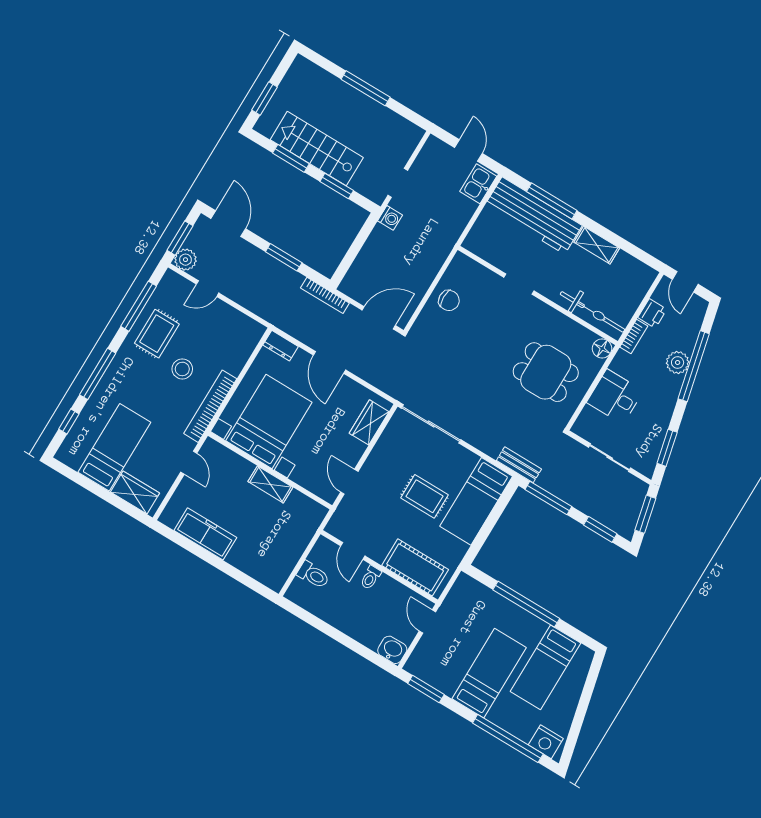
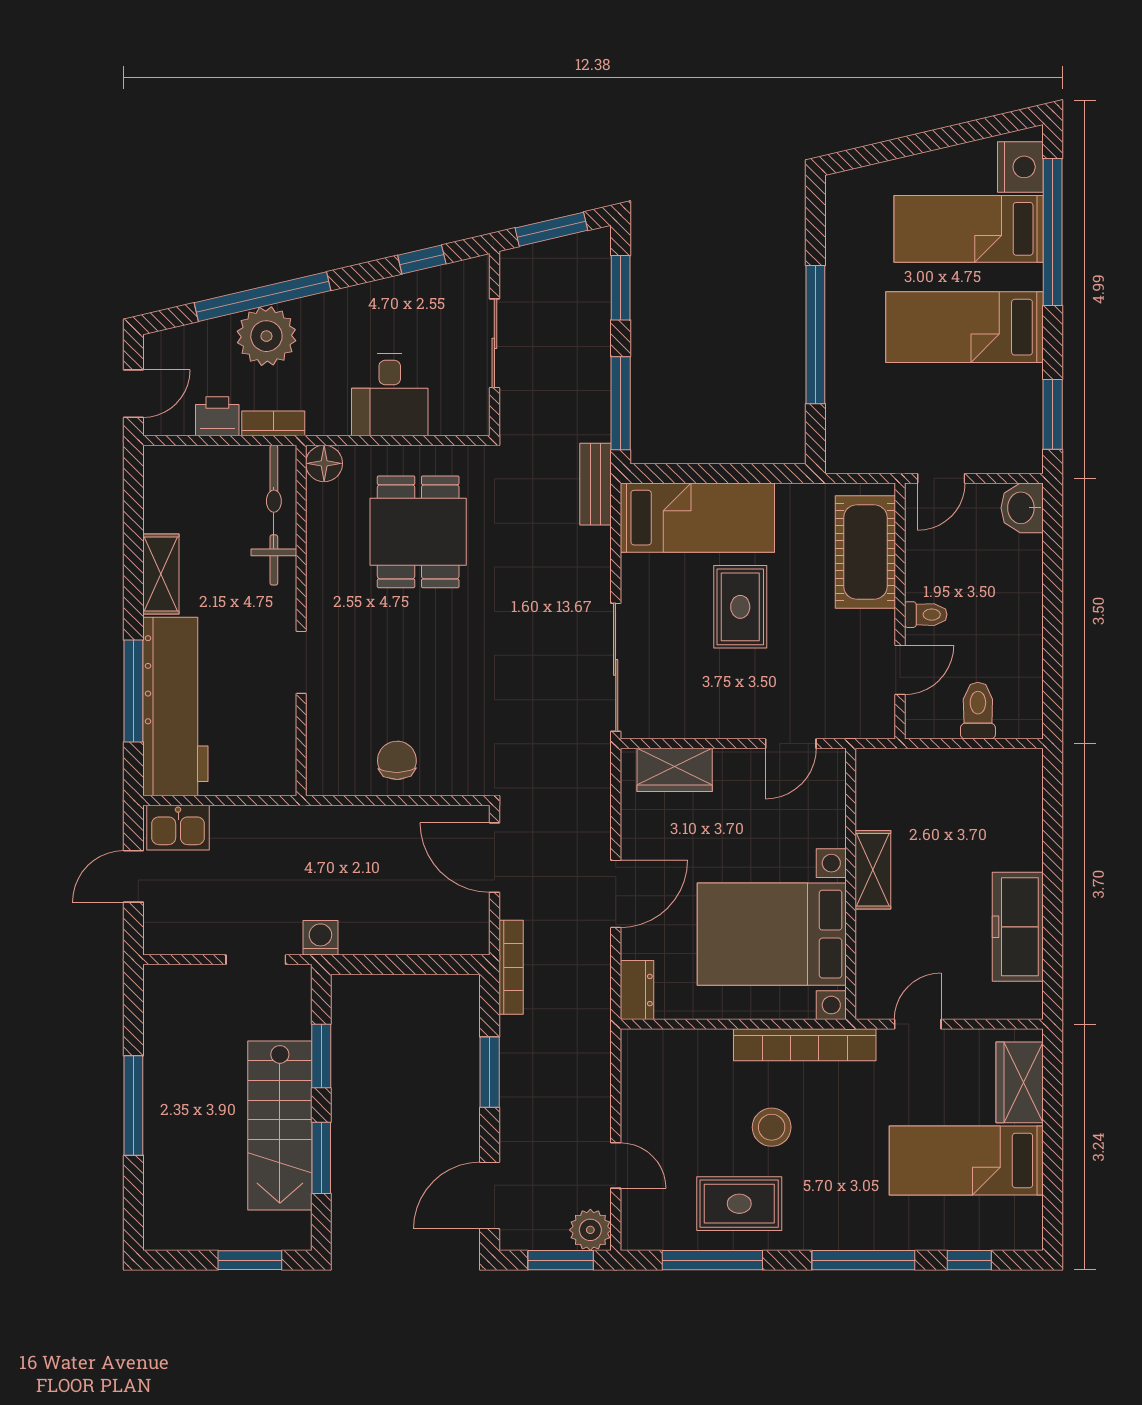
plant: (678, 362) -> (266, 336), width x1.36, depth x1.36
window: (667, 448) -> (422, 259), width x0.67
bed: (546, 667) -> (969, 229), moved, turned 180

